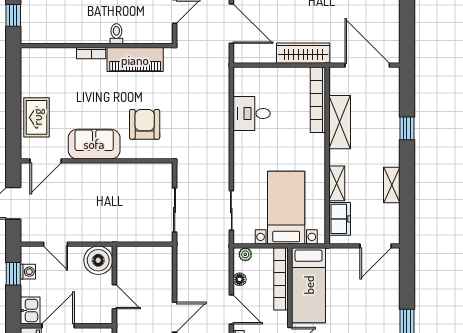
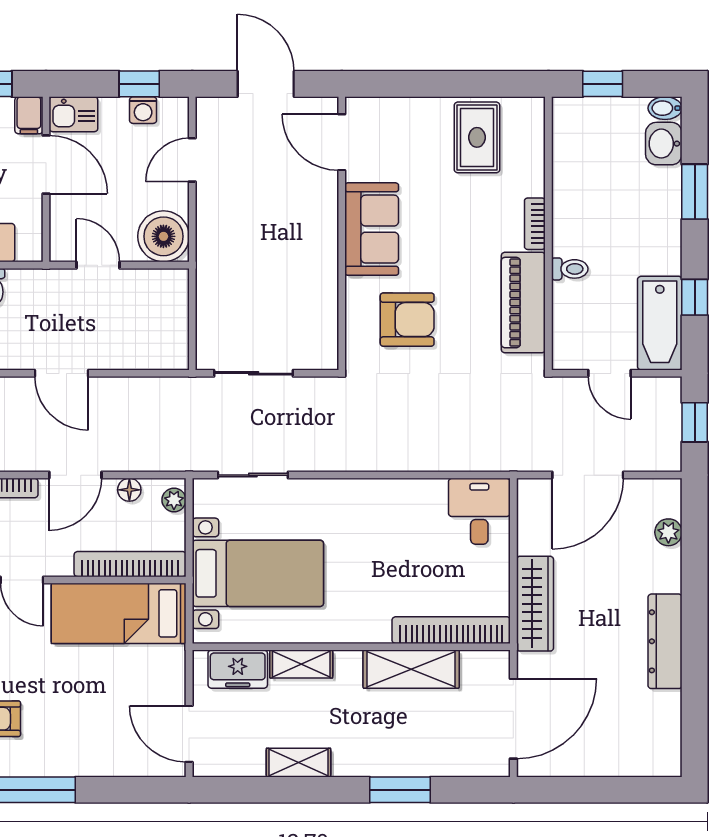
desk: (252, 114) -> (479, 511), moved
rug: (37, 117) -> (477, 137), moved, turned 90
window: (407, 128) -> (400, 790), width x1.50
door: (114, 297) -> (98, 265), swing flipped

